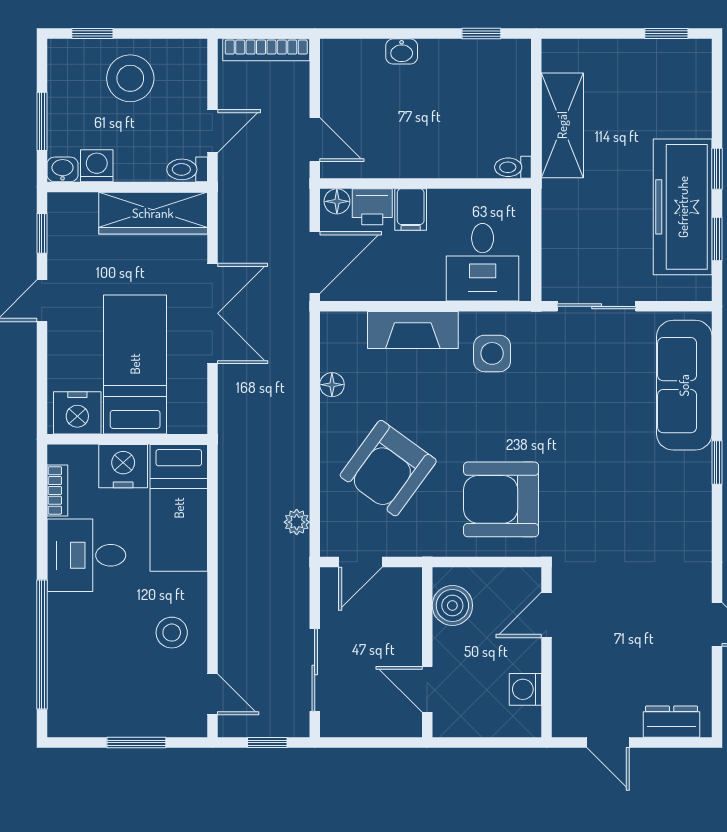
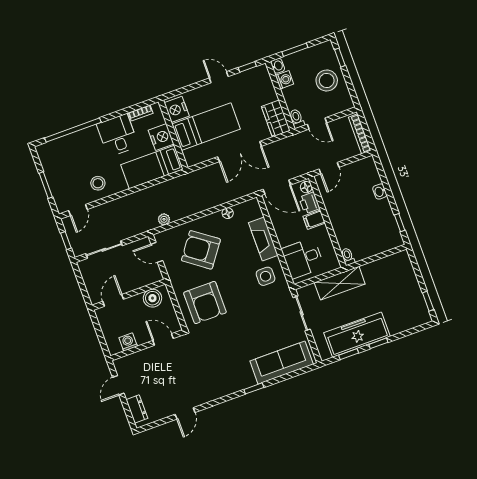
shelving: (562, 125) -> (340, 283), moved
wardrobe: (153, 213) -> (276, 119), width x0.67
armchair: (501, 499) -> (205, 303), turned 180

